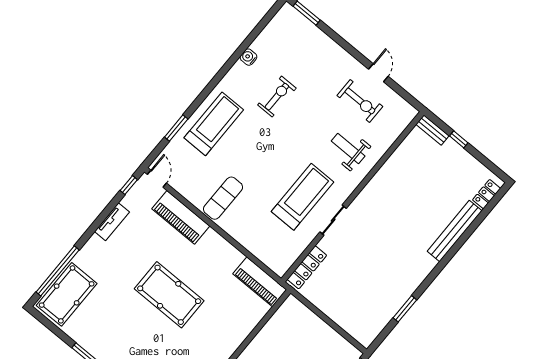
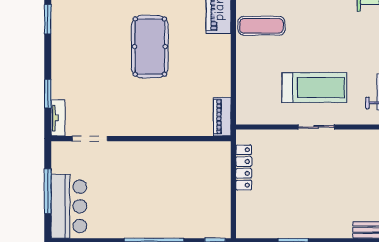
locker: (307, 267) -> (244, 167), moved, turned -90
piano: (260, 282) -> (222, 117), width x0.73, depth x0.75

